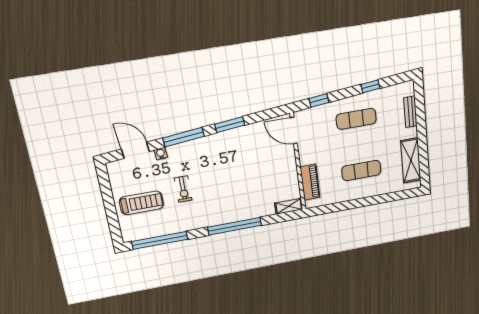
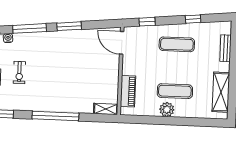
plant: (355, 192) -> (167, 109), added

